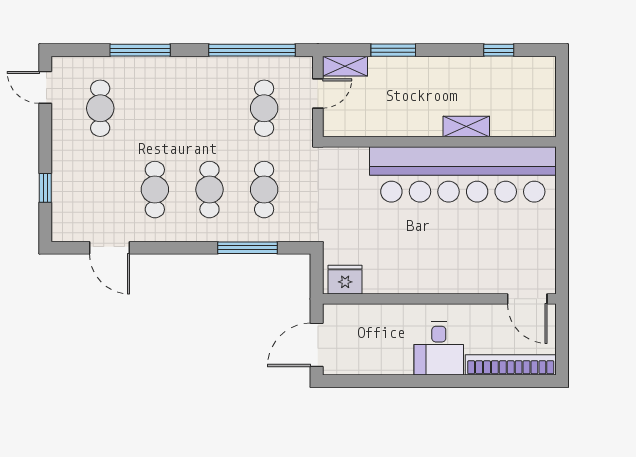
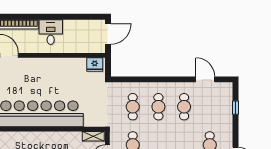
shelving: (466, 127) -> (93, 136), moved
window: (247, 248) -> (141, 79), removed

